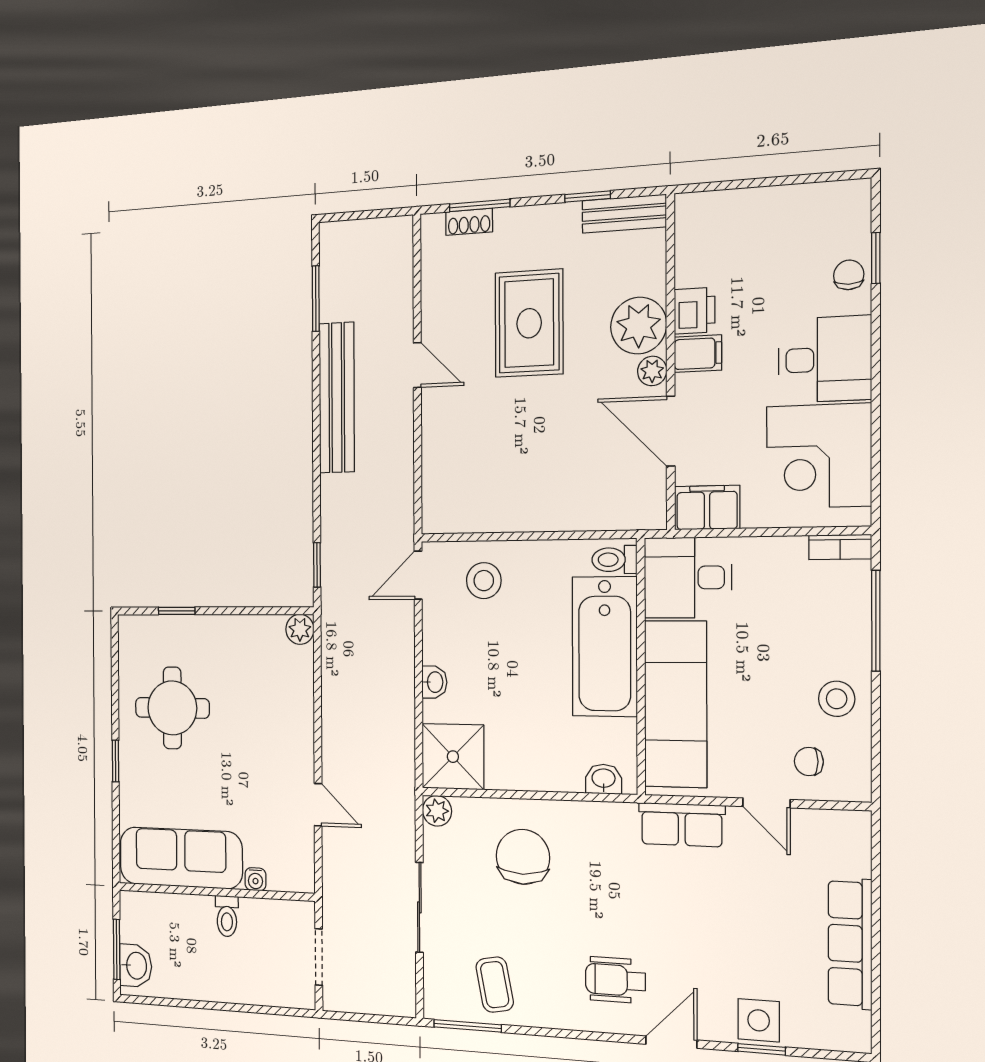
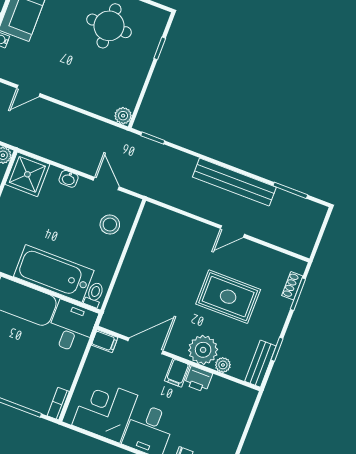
plant: (652, 371) -> (223, 365), moved
filing cabinet: (707, 508) -> (105, 341), width x0.50
door: (418, 575) -> (106, 184), moved

